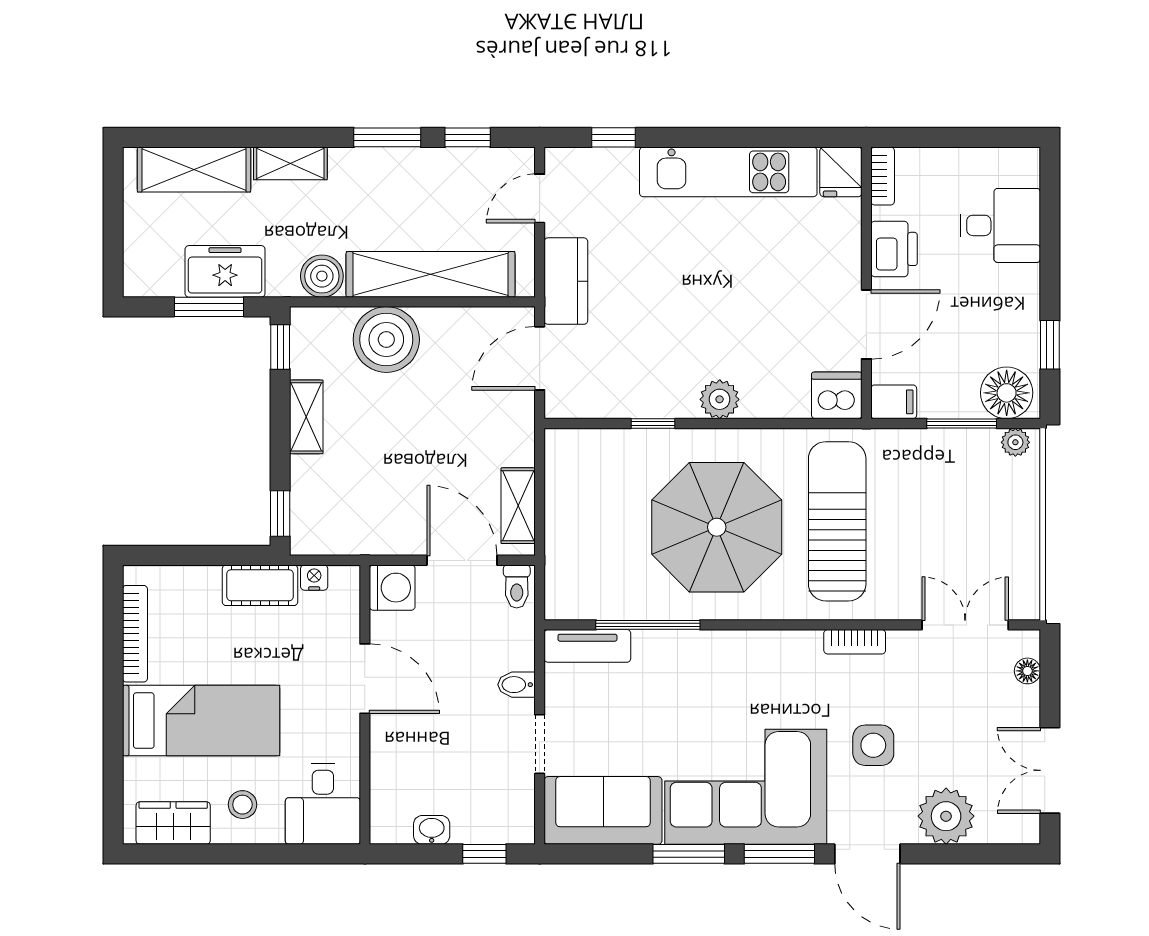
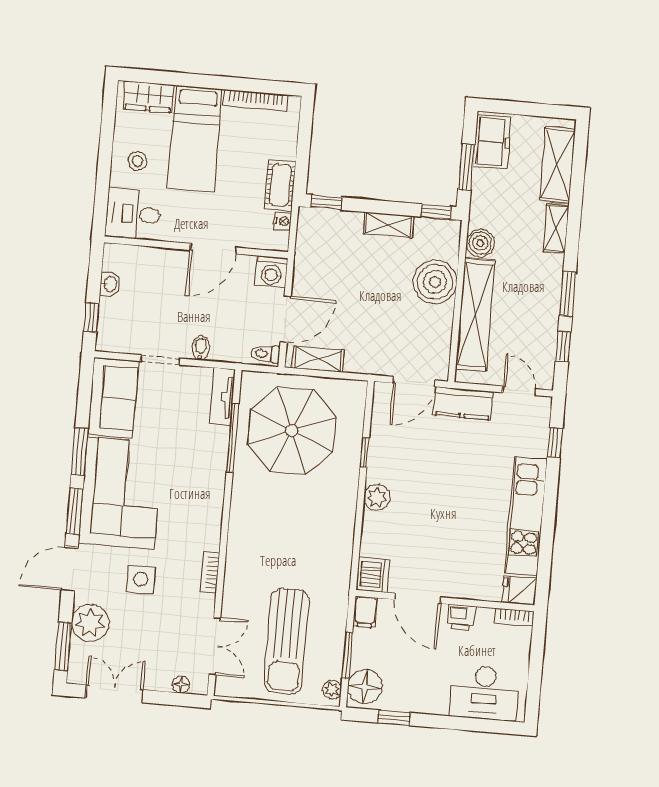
desk: (1000, 225) -> (484, 693), width x1.37
printer: (894, 249) -> (461, 617), width x0.73, depth x0.81
freezer: (225, 271) -> (492, 142), moved
door: (540, 358) -> (414, 382), swing flipped
sun lounger: (837, 521) -> (286, 641), moved, turned 90
parasol: (717, 527) -> (292, 431), moved
wardrobe: (173, 823) -> (149, 97), moved, turned 90
window: (985, 854) -> (63, 646), added

